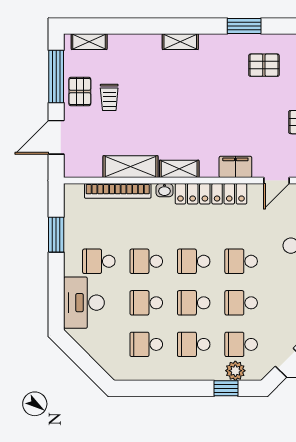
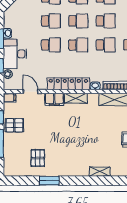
shelving: (180, 42) -> (100, 172), moved
pallet: (264, 65) -> (38, 158), turned 90
shelving: (179, 169) -> (76, 98), moved
door: (276, 181) -> (31, 91), hinge flipped

